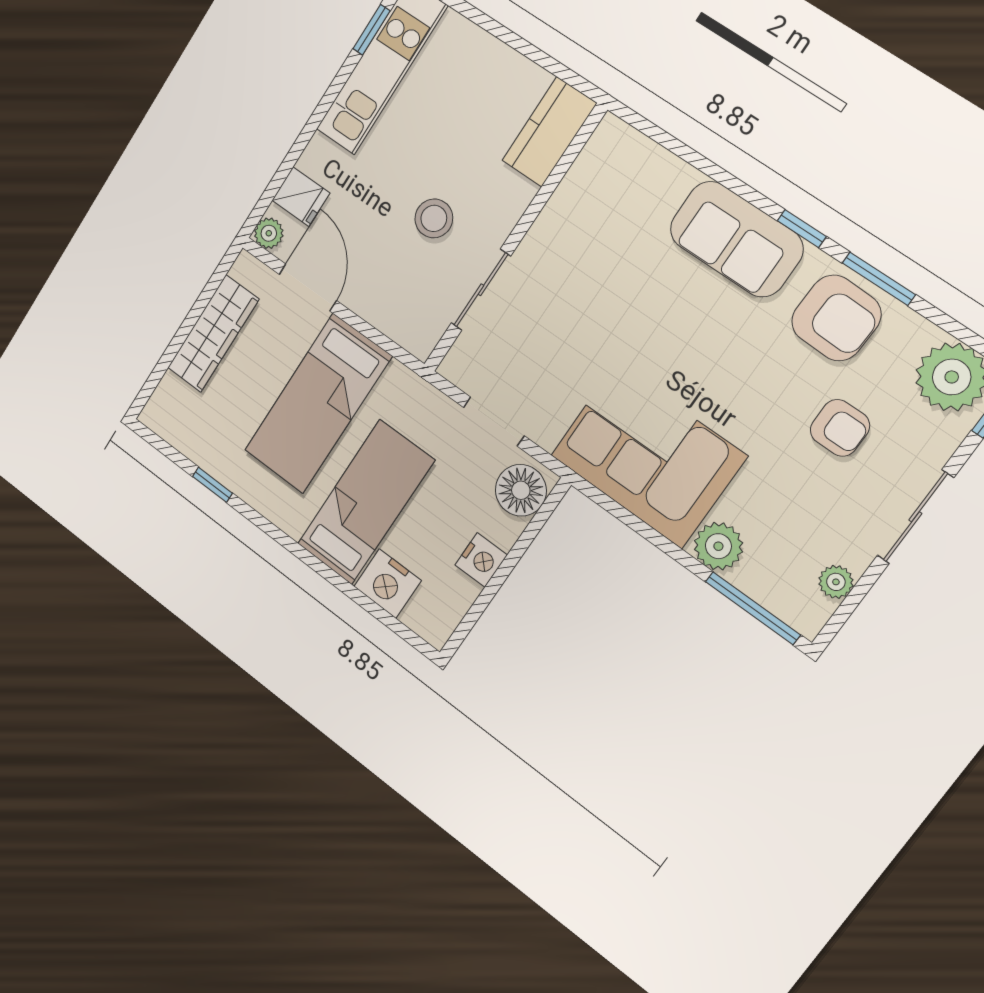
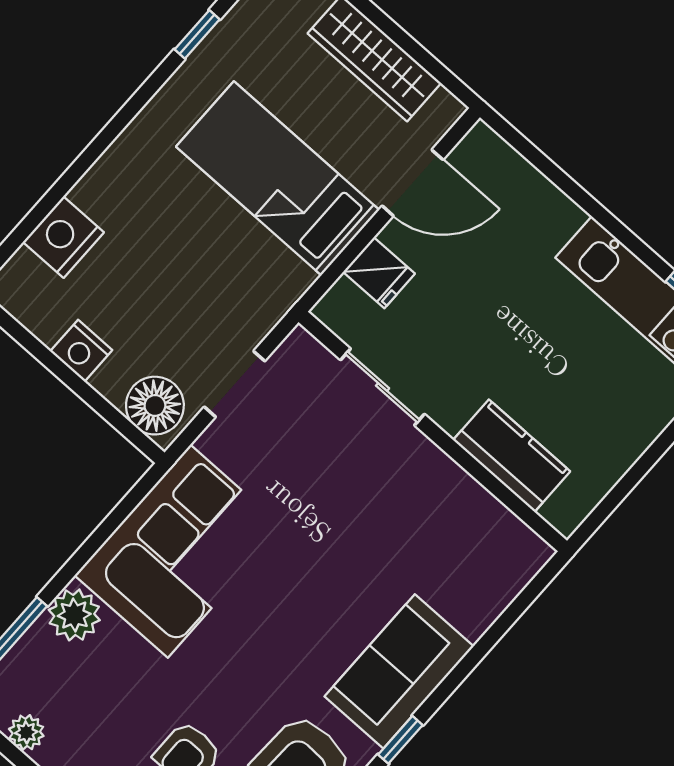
kitchen counter: (549, 132) -> (512, 456), moved
fridge: (301, 197) -> (379, 273), moved, turned -90
stool: (434, 218) -> (469, 342), removed
plant: (269, 233) -> (481, 143), removed
bed: (366, 502) -> (159, 222), removed

